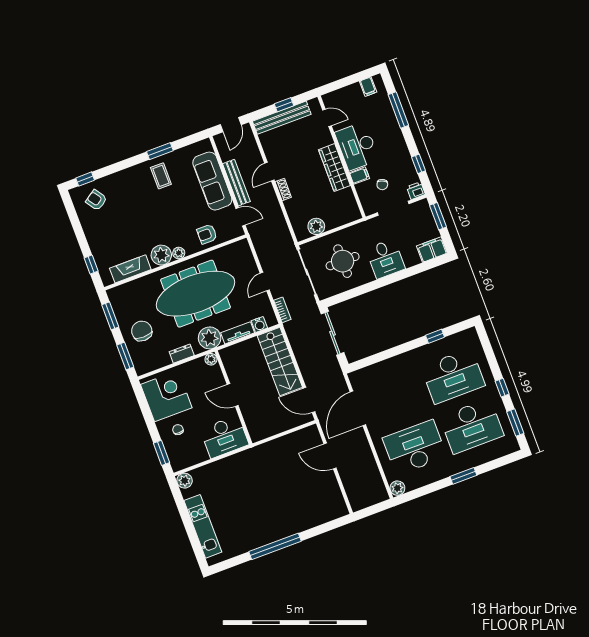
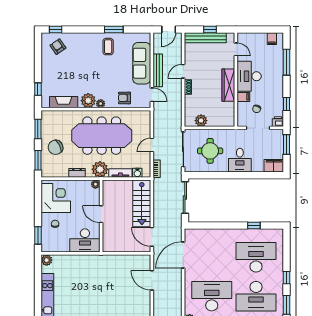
chair: (142, 331) -> (56, 147), turned -117
desk: (453, 376) -> (256, 257), turned 180

